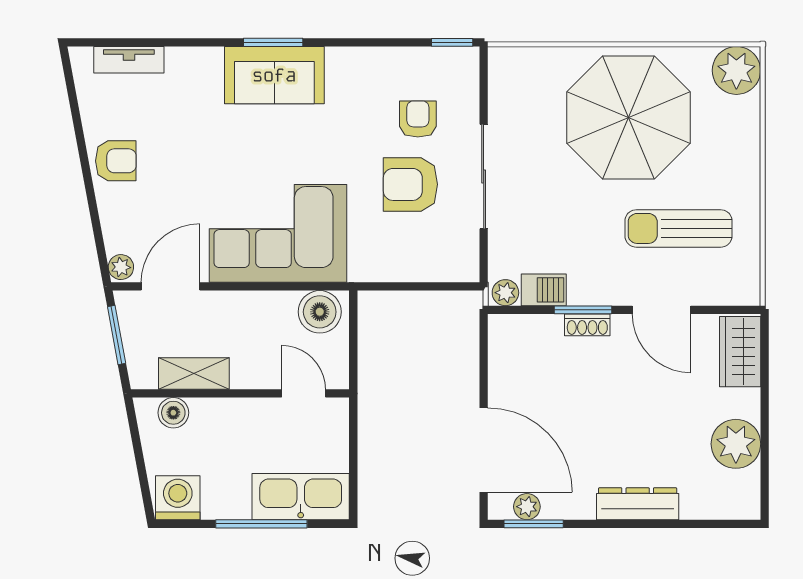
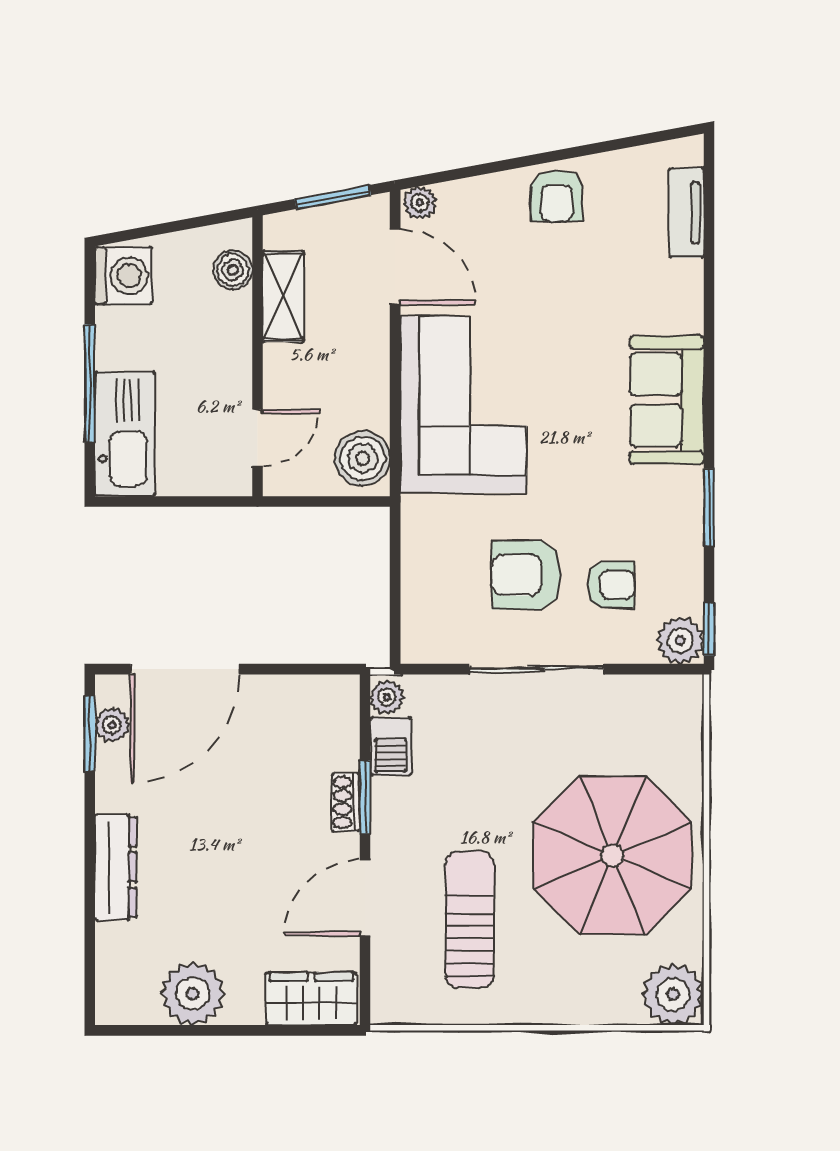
window: (273, 42) -> (709, 507), moved
plant: (461, 65) -> (680, 640), added
armchair: (410, 184) -> (526, 575), turned -90

